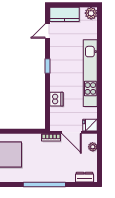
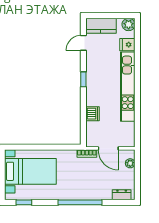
fridge: (90, 125) -> (127, 45), moved

